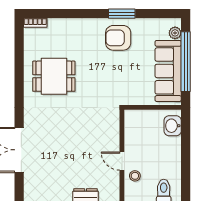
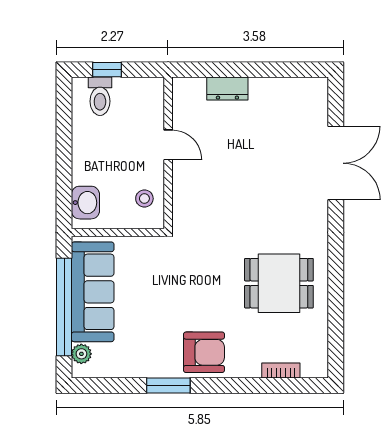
bookcase: (35, 23) -> (281, 370), moved
armchair: (118, 38) -> (204, 352), moved
stool: (135, 176) -> (144, 199), moved

